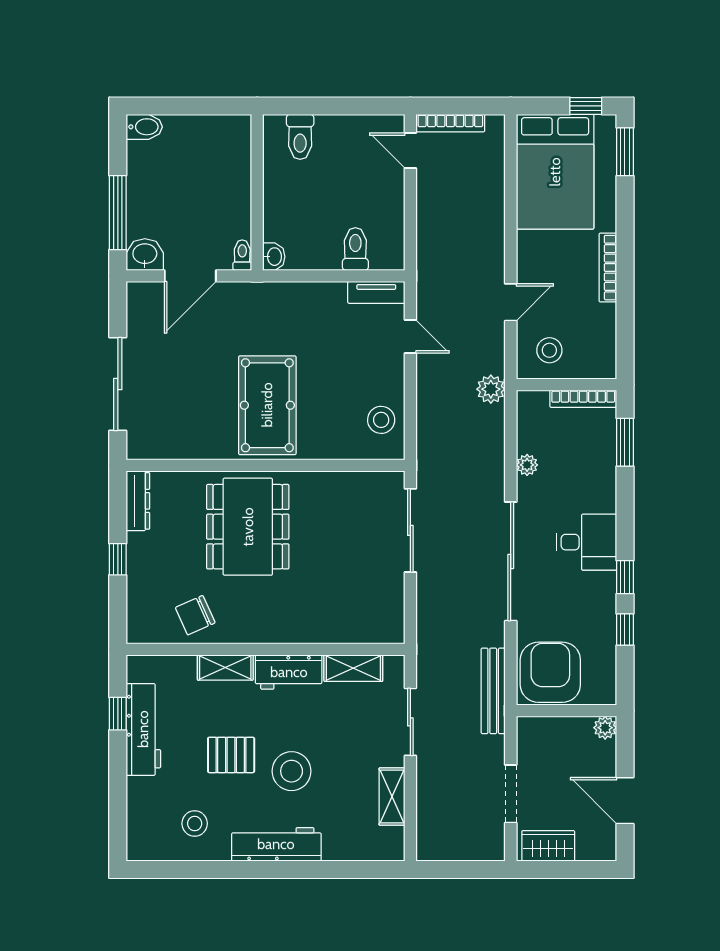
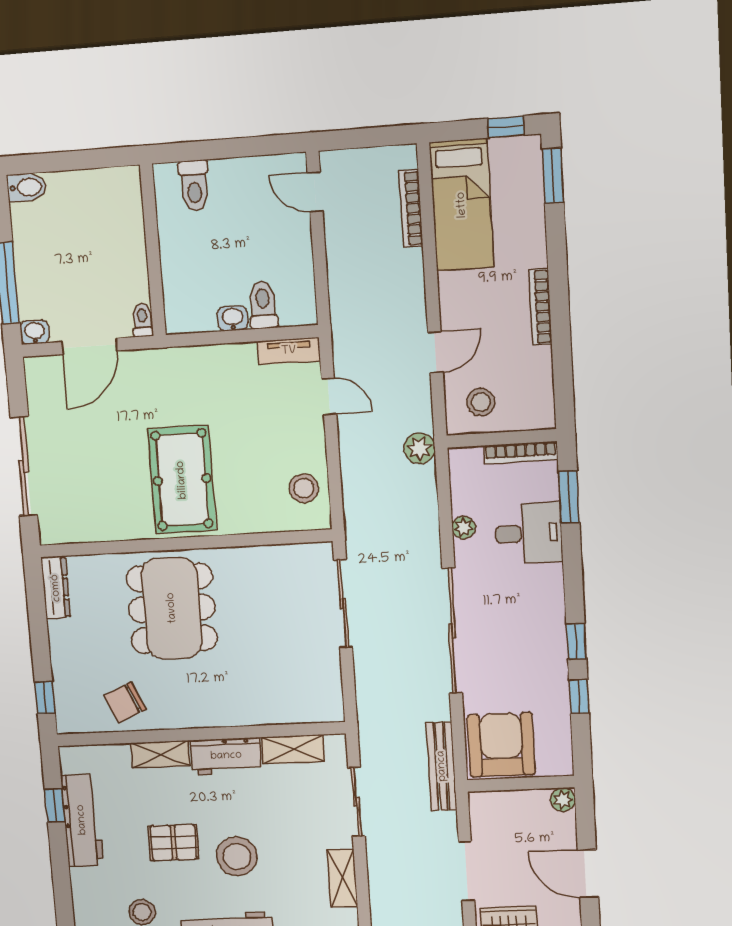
bookcase: (450, 123) -> (411, 208), moved, turned 90
bed: (555, 172) -> (462, 205), width x0.67
washbasin: (145, 255) -> (35, 332), width x0.72, depth x0.69
washbasin: (274, 257) -> (233, 318), moved, turned -90
desk: (586, 542) -> (529, 533), moved
window: (118, 559) -> (45, 698), moved

